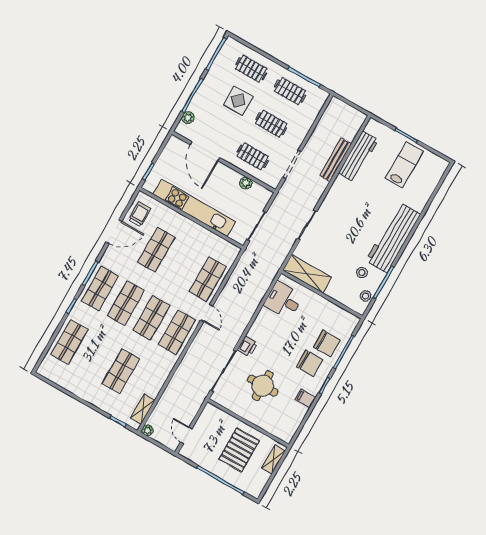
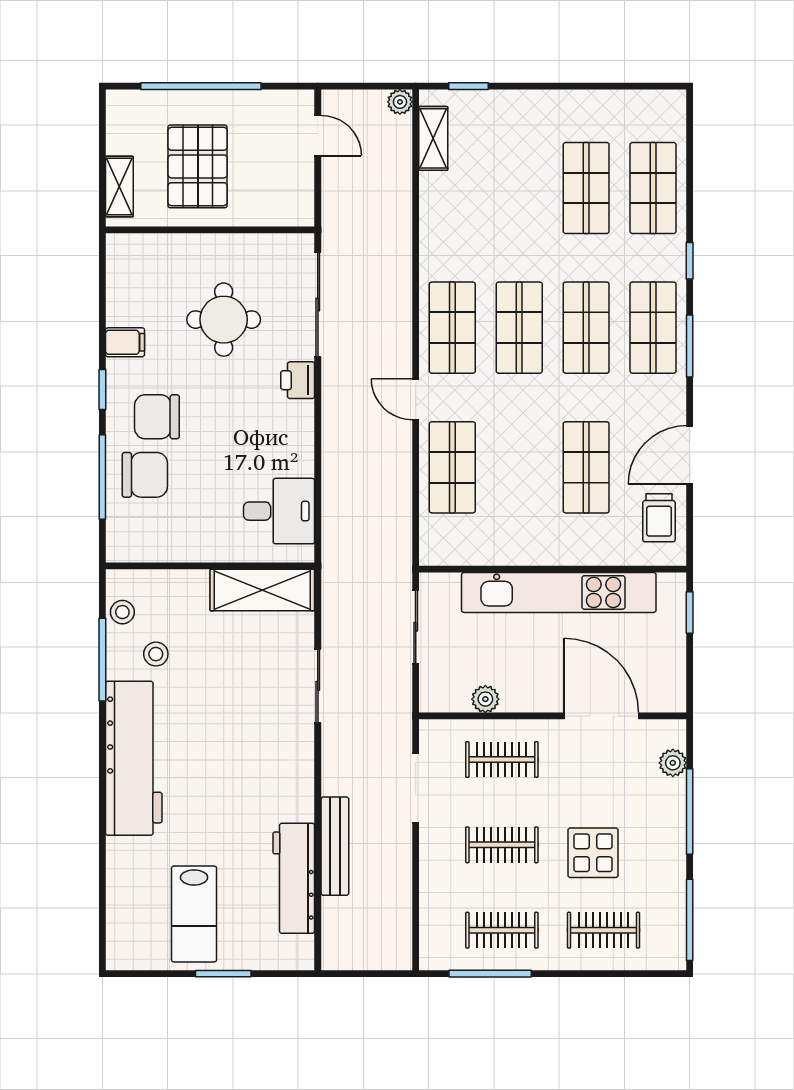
chair: (327, 344) -> (145, 475), turned 180
shop shelf: (121, 371) -> (586, 188), moved

